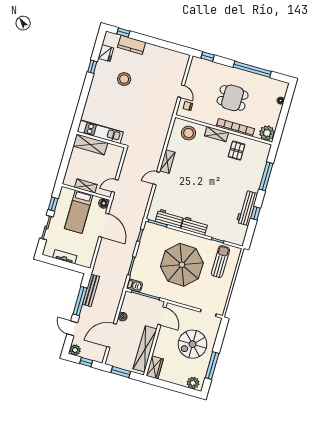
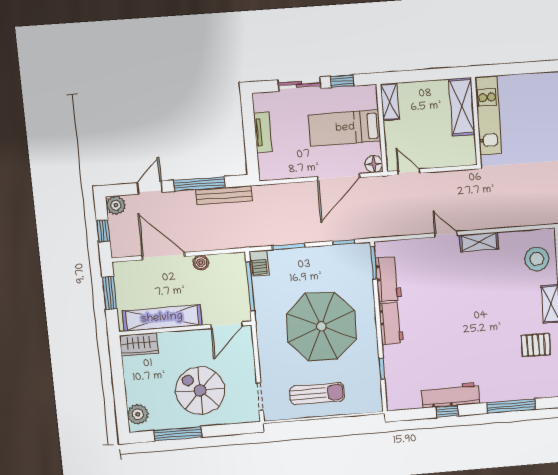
shelving: (86, 186) -> (390, 102), moved
sun lounger: (220, 262) -> (317, 394), moved

